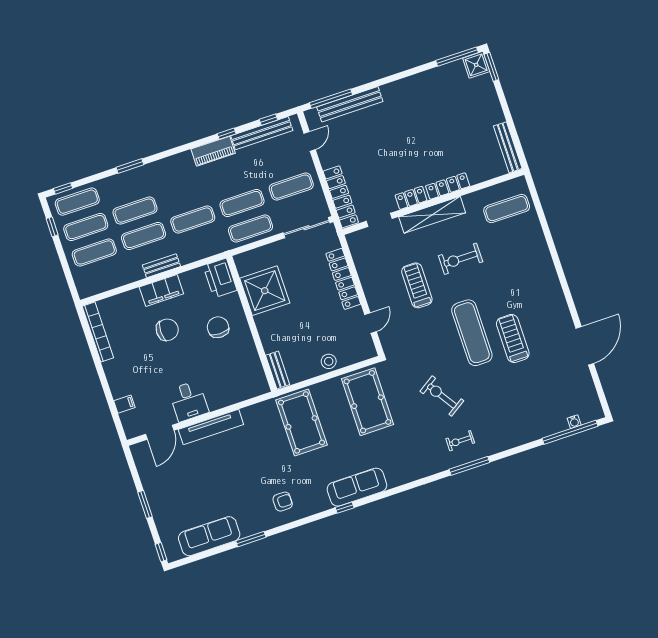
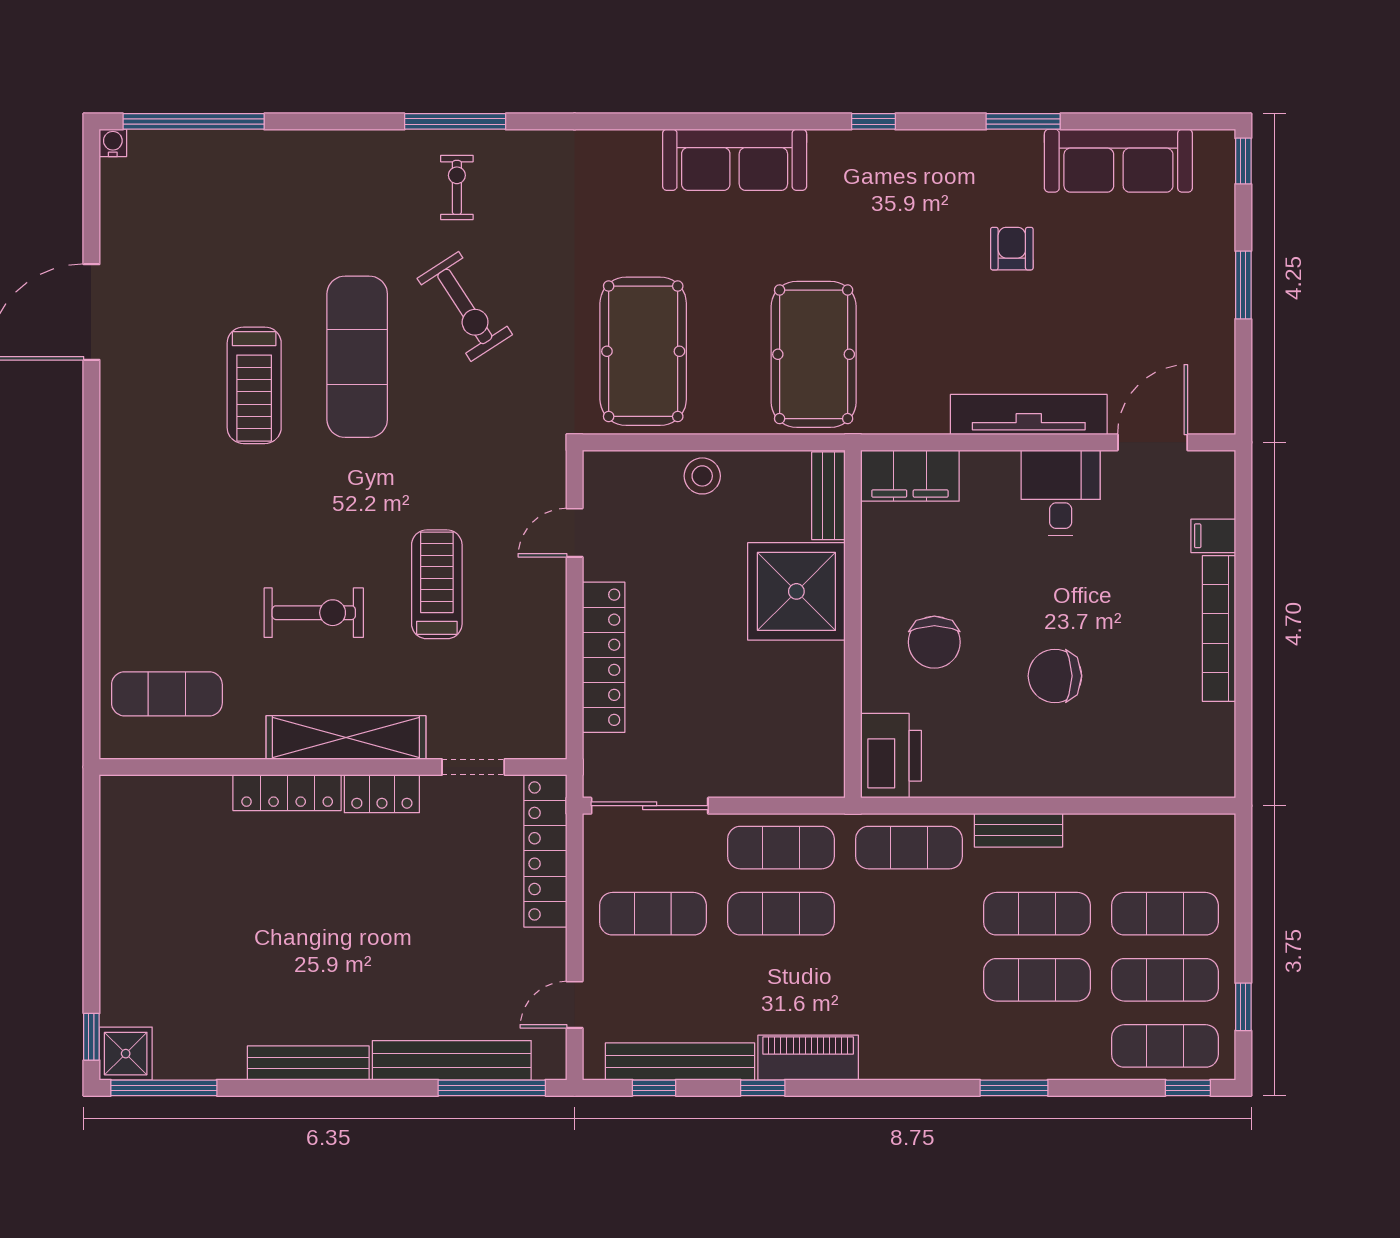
window: (491, 67) -> (91, 1037), width x0.67
bench: (508, 147) -> (308, 1063), moved, turned 90
exercise mat: (193, 220) -> (909, 848), moved
treadmill: (417, 285) -> (437, 584), turned 180
filing cabinet: (161, 290) -> (910, 476), moved, turned 180
shower: (265, 291) -> (796, 591), moved
bookcase: (98, 332) -> (1219, 629), moved
exercise mat: (472, 333) -> (357, 357), moved
water cooler: (574, 422) -> (113, 143), moved
exercise bike: (460, 441) -> (457, 187), turned -90
armchair: (283, 502) -> (1012, 249), moved, turned 90
window: (345, 508) -> (873, 121), moved

